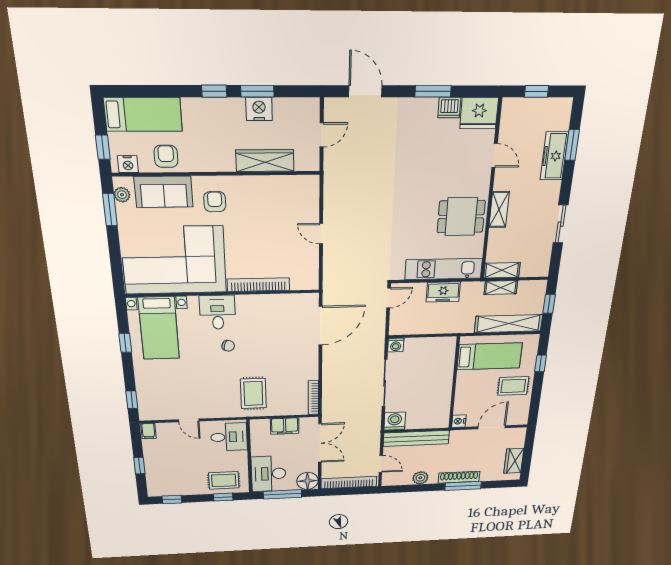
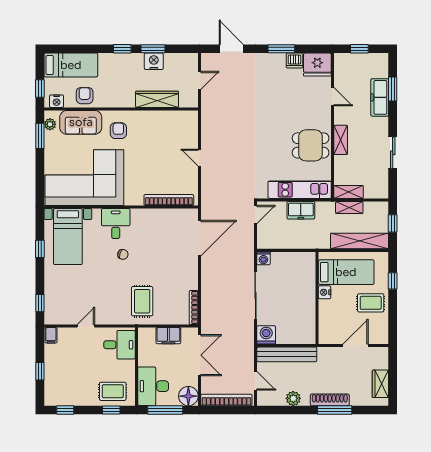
bookcase: (258, 285) -> (169, 200), moved
door: (189, 420) -> (86, 326), swing flipped
nightstand: (459, 421) -> (325, 292), moved

